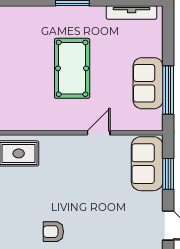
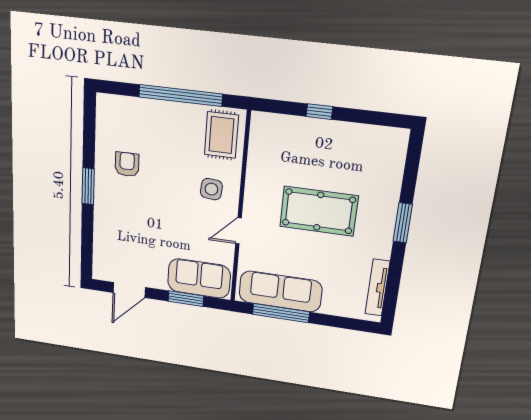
sofa: (148, 83) -> (280, 291), width x1.36
door: (99, 133) -> (239, 231), swing flipped
side table: (65, 158) -> (211, 189), added

